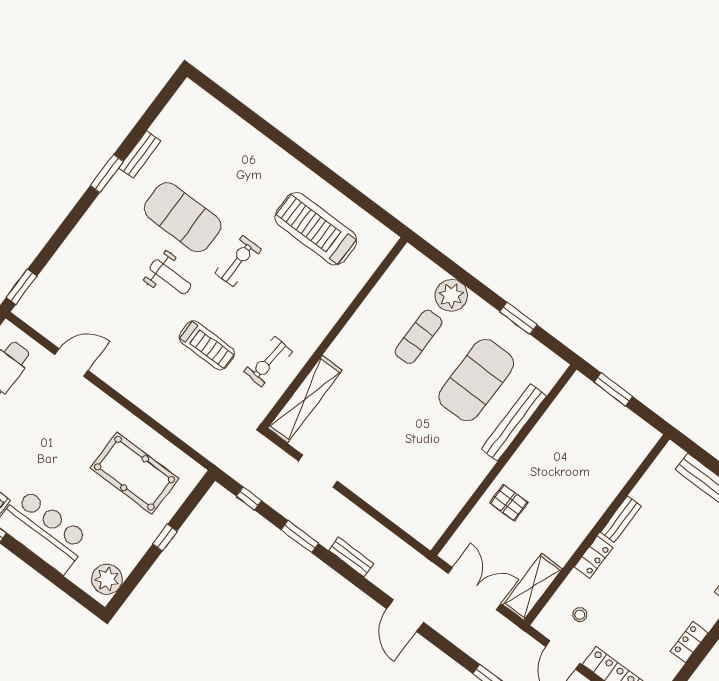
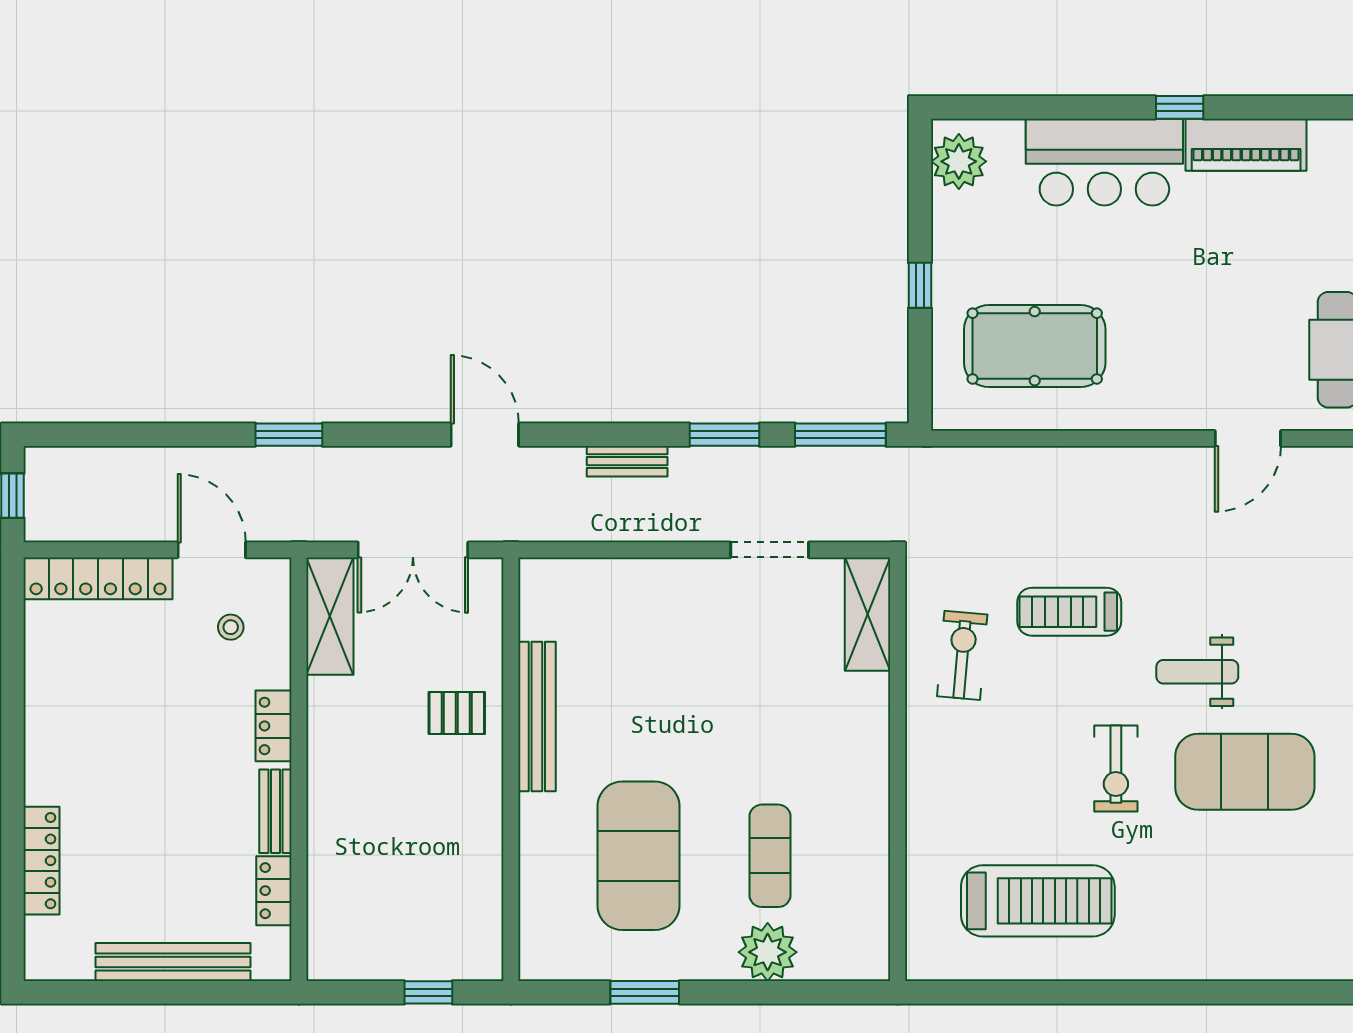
window: (613, 389) -> (428, 992), width x0.67
shelving: (305, 399) -> (867, 614), width x0.68
bench: (514, 423) -> (537, 717), moved
window: (249, 498) -> (840, 435), width x2.17
locker: (689, 642) -> (274, 891), moved, turned 180

